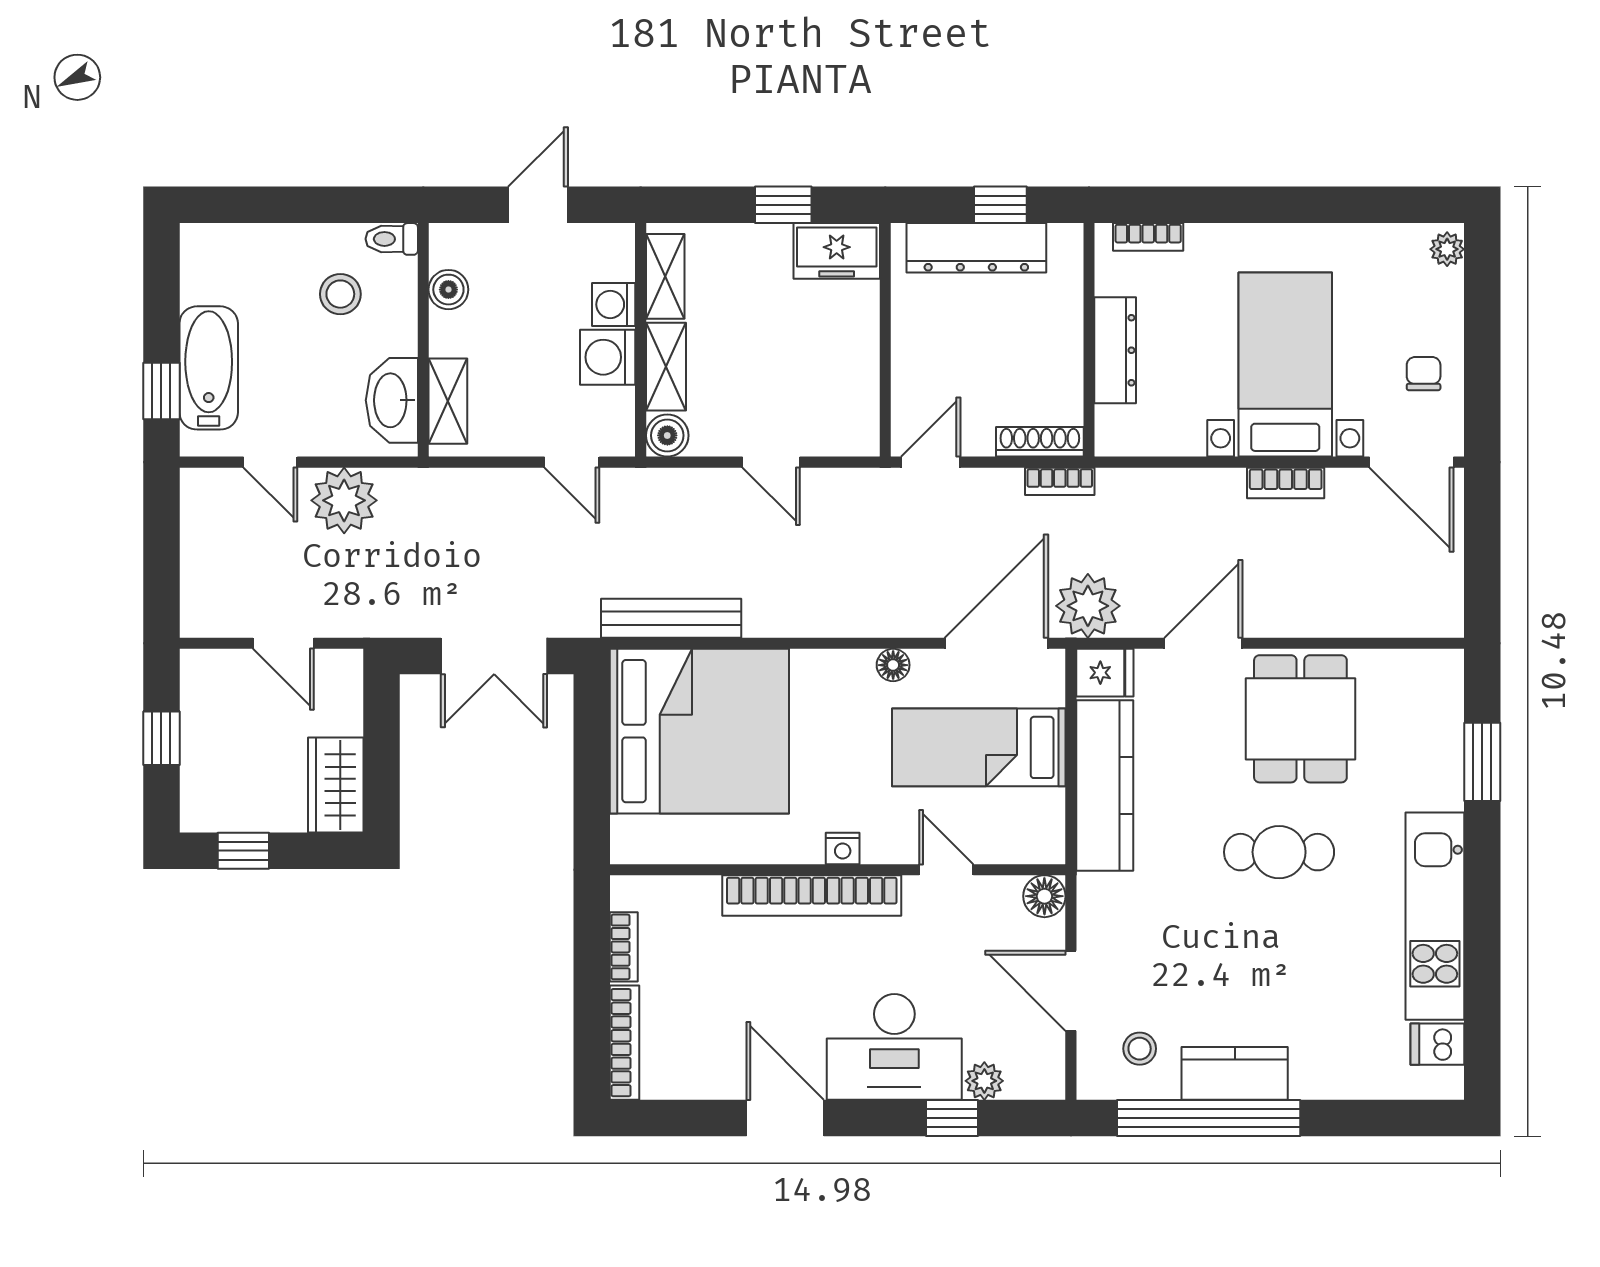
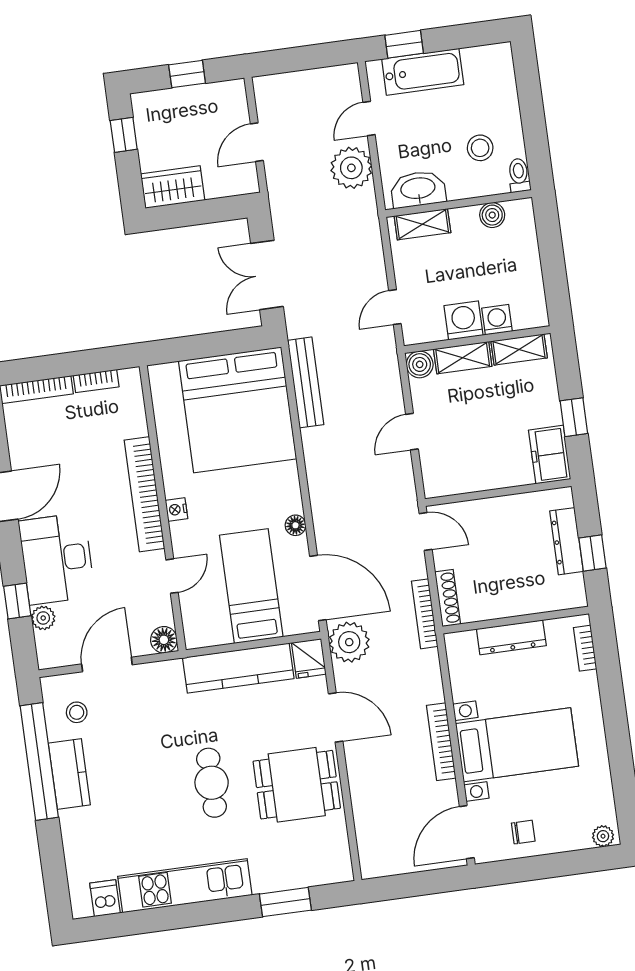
door: (538, 205) -> (553, 264), removed
dresser: (976, 248) -> (567, 541), width x0.73, depth x0.80
bookcase: (1060, 481) -> (425, 614), width x1.56
bookcase: (1286, 483) -> (441, 742), width x1.56

